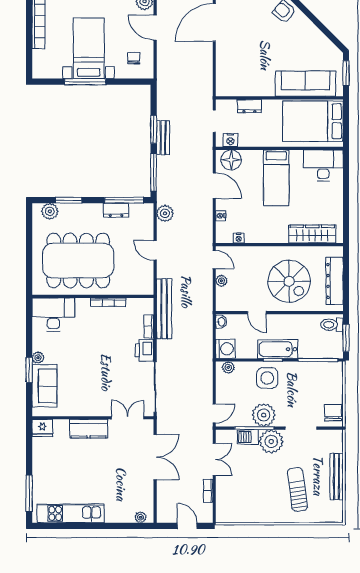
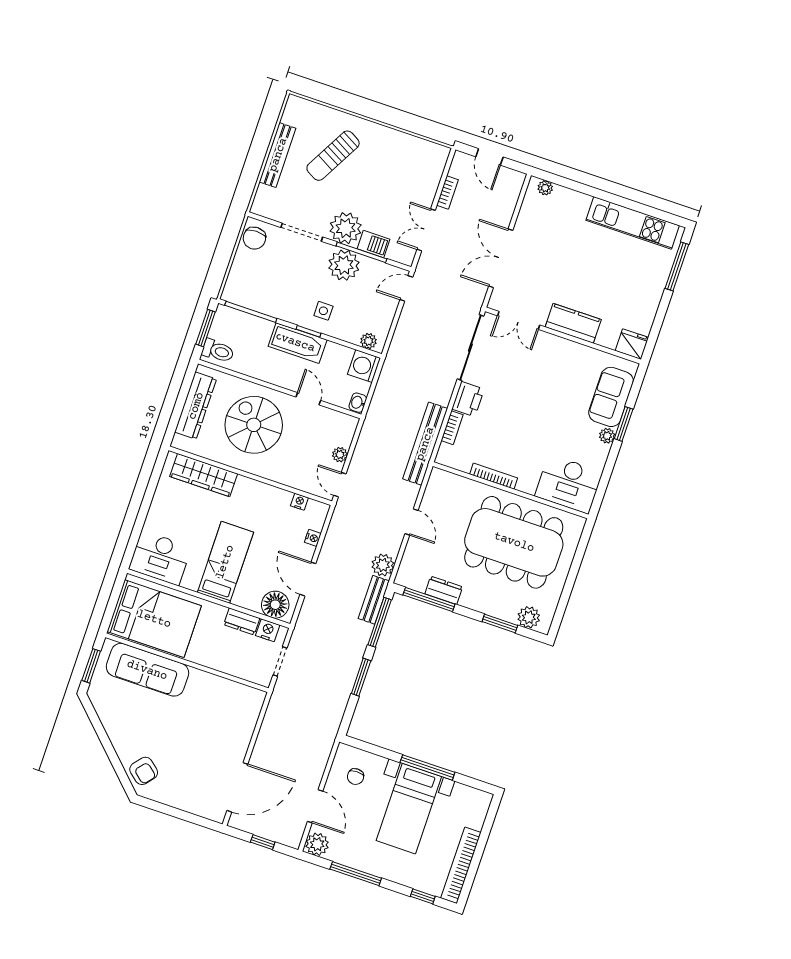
dresser: (249, 106) -> (242, 621), moved, turned 180
bench: (163, 138) -> (374, 600), moved
side table: (267, 378) -> (323, 311), width x0.54, depth x0.54
sun lounger: (297, 489) -> (333, 156), turned 37

